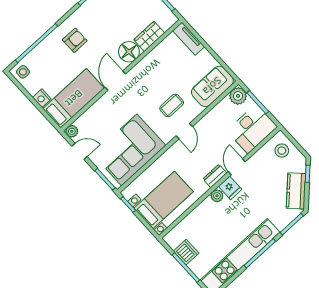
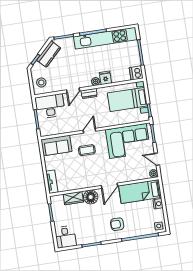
plant: (238, 96) -> (45, 130), removed
fridge: (230, 188) -> (105, 78), moved
dishwasher: (186, 252) -> (136, 73), moved

